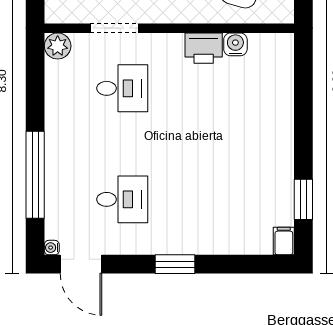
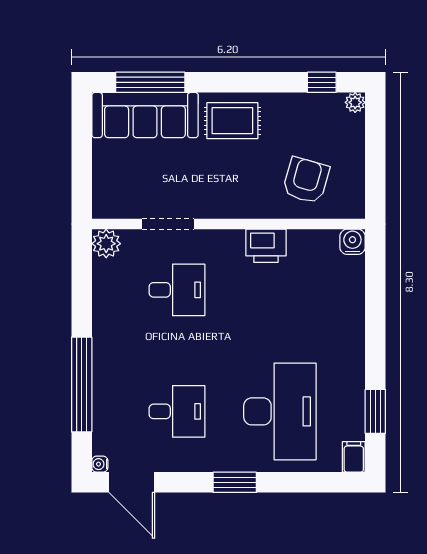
water cooler: (235, 44) -> (352, 242), moved
desk: (216, 199) -> (280, 411), added

